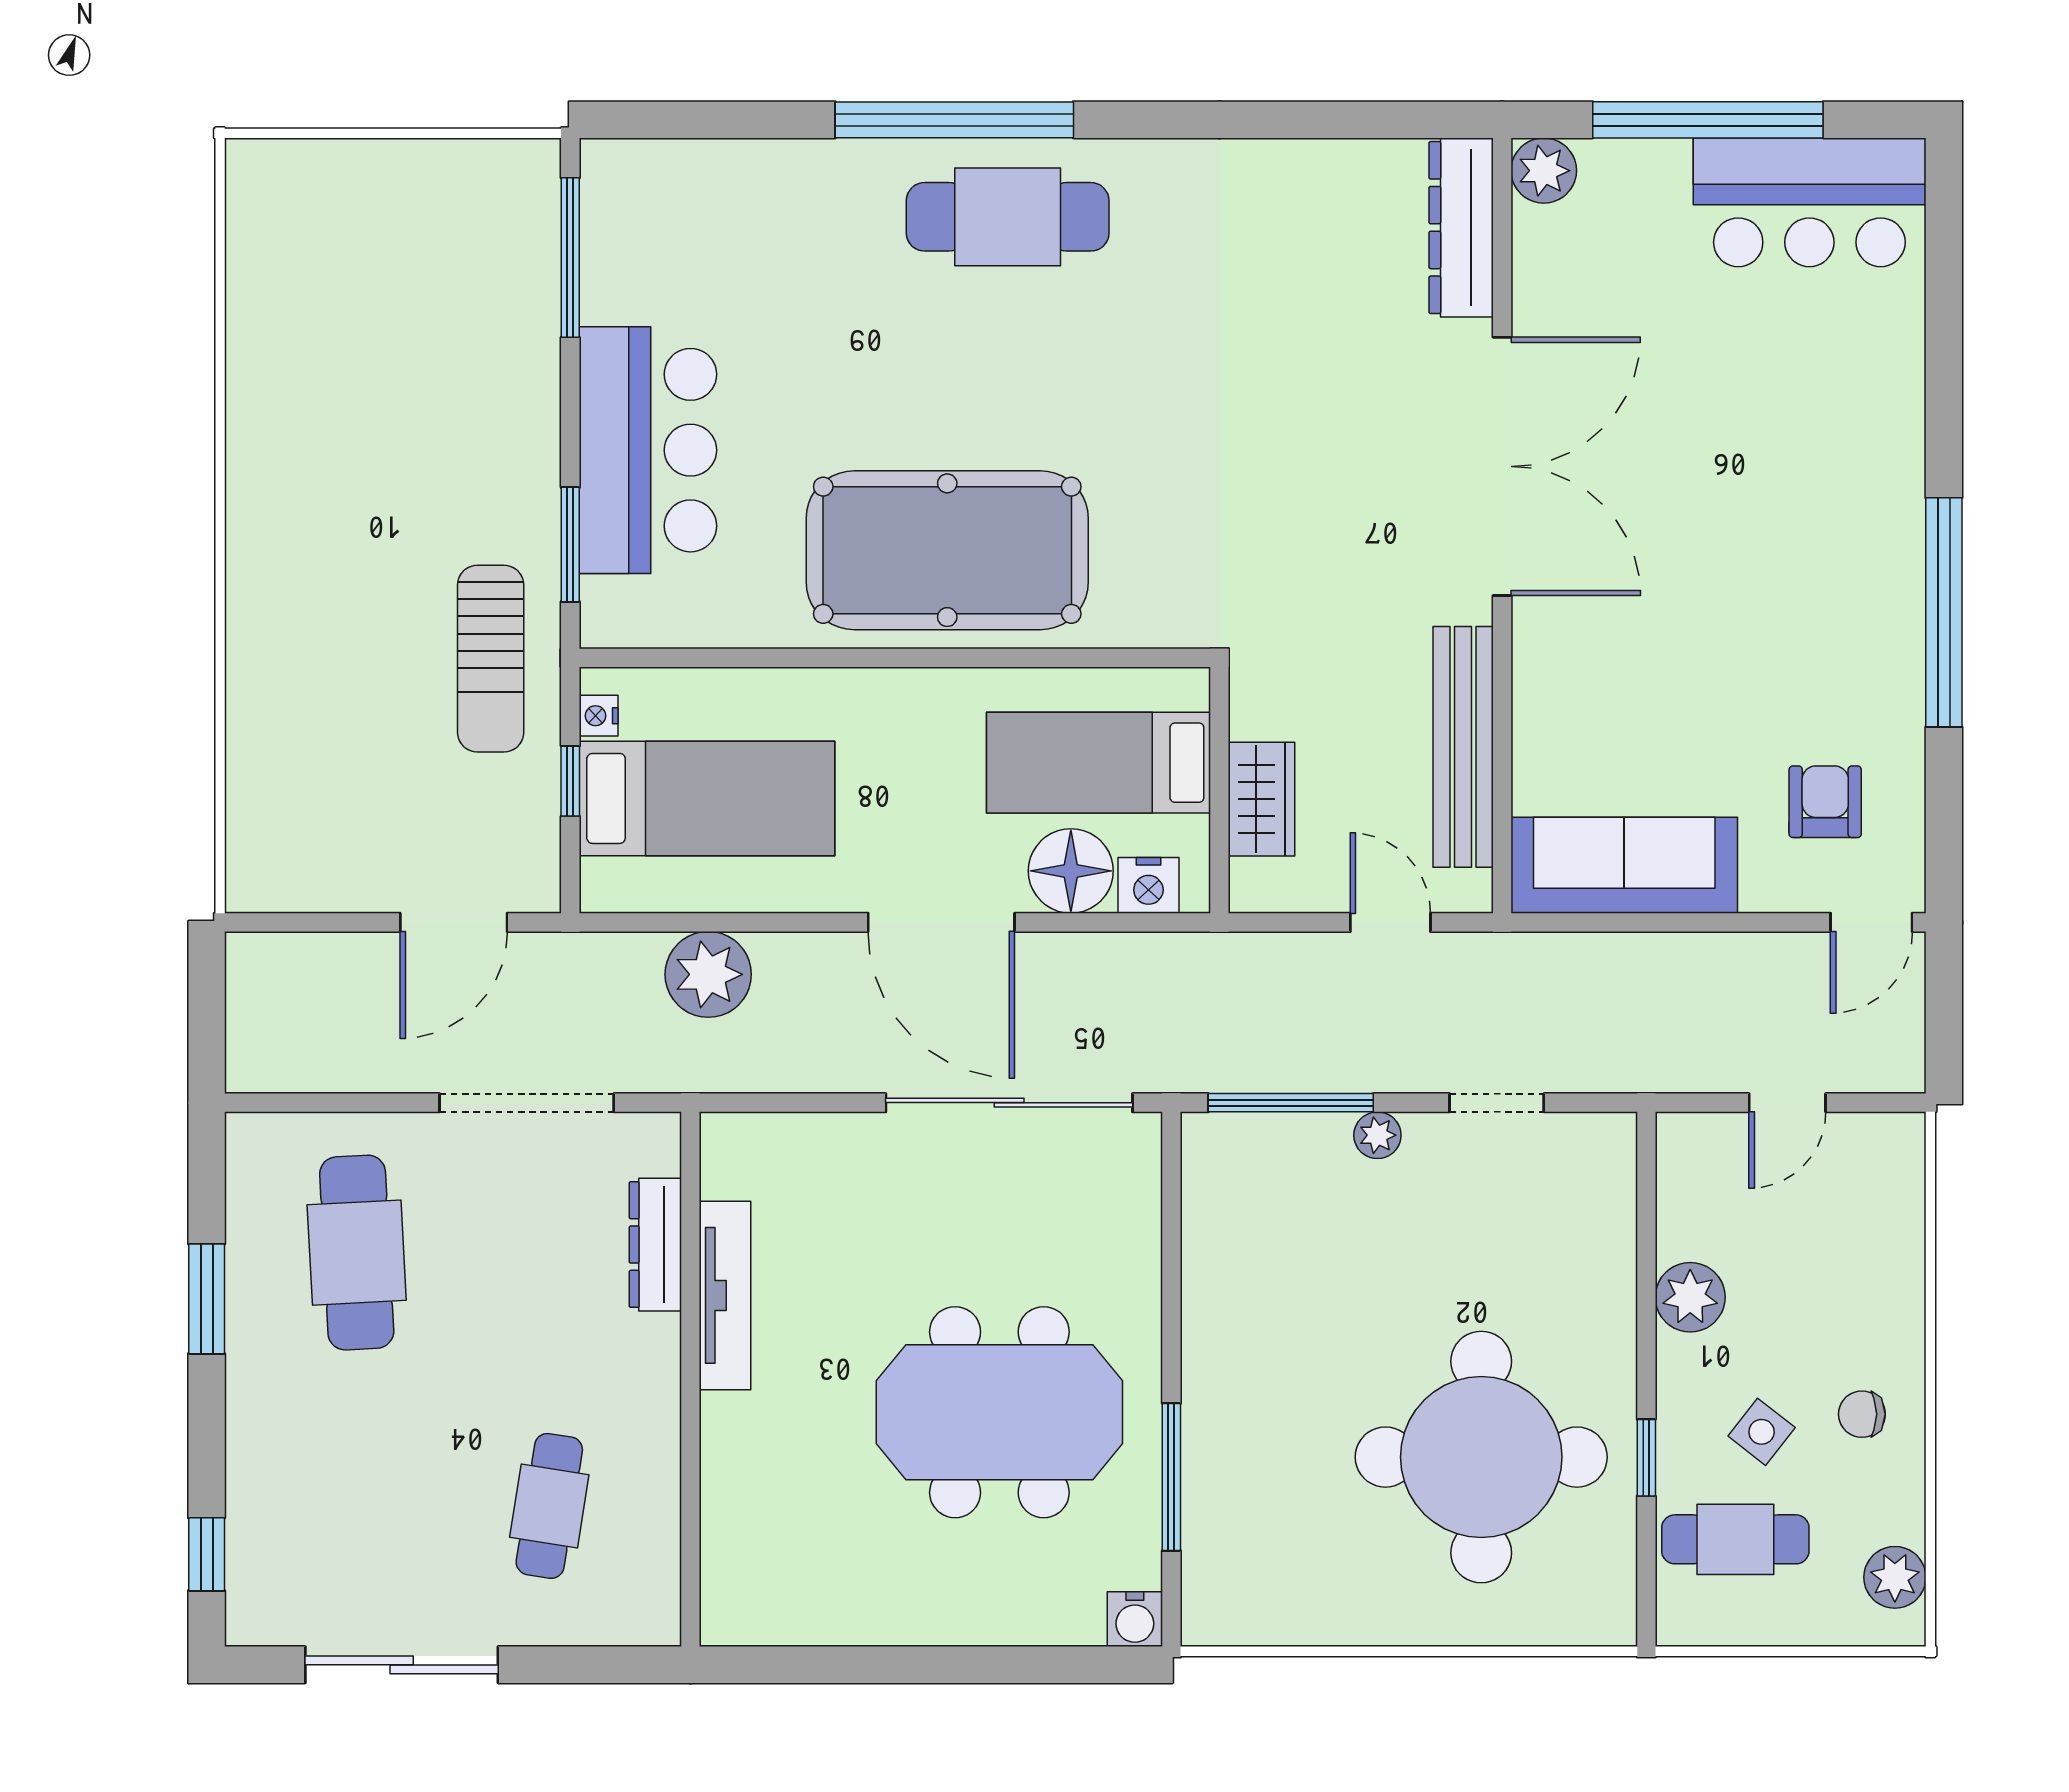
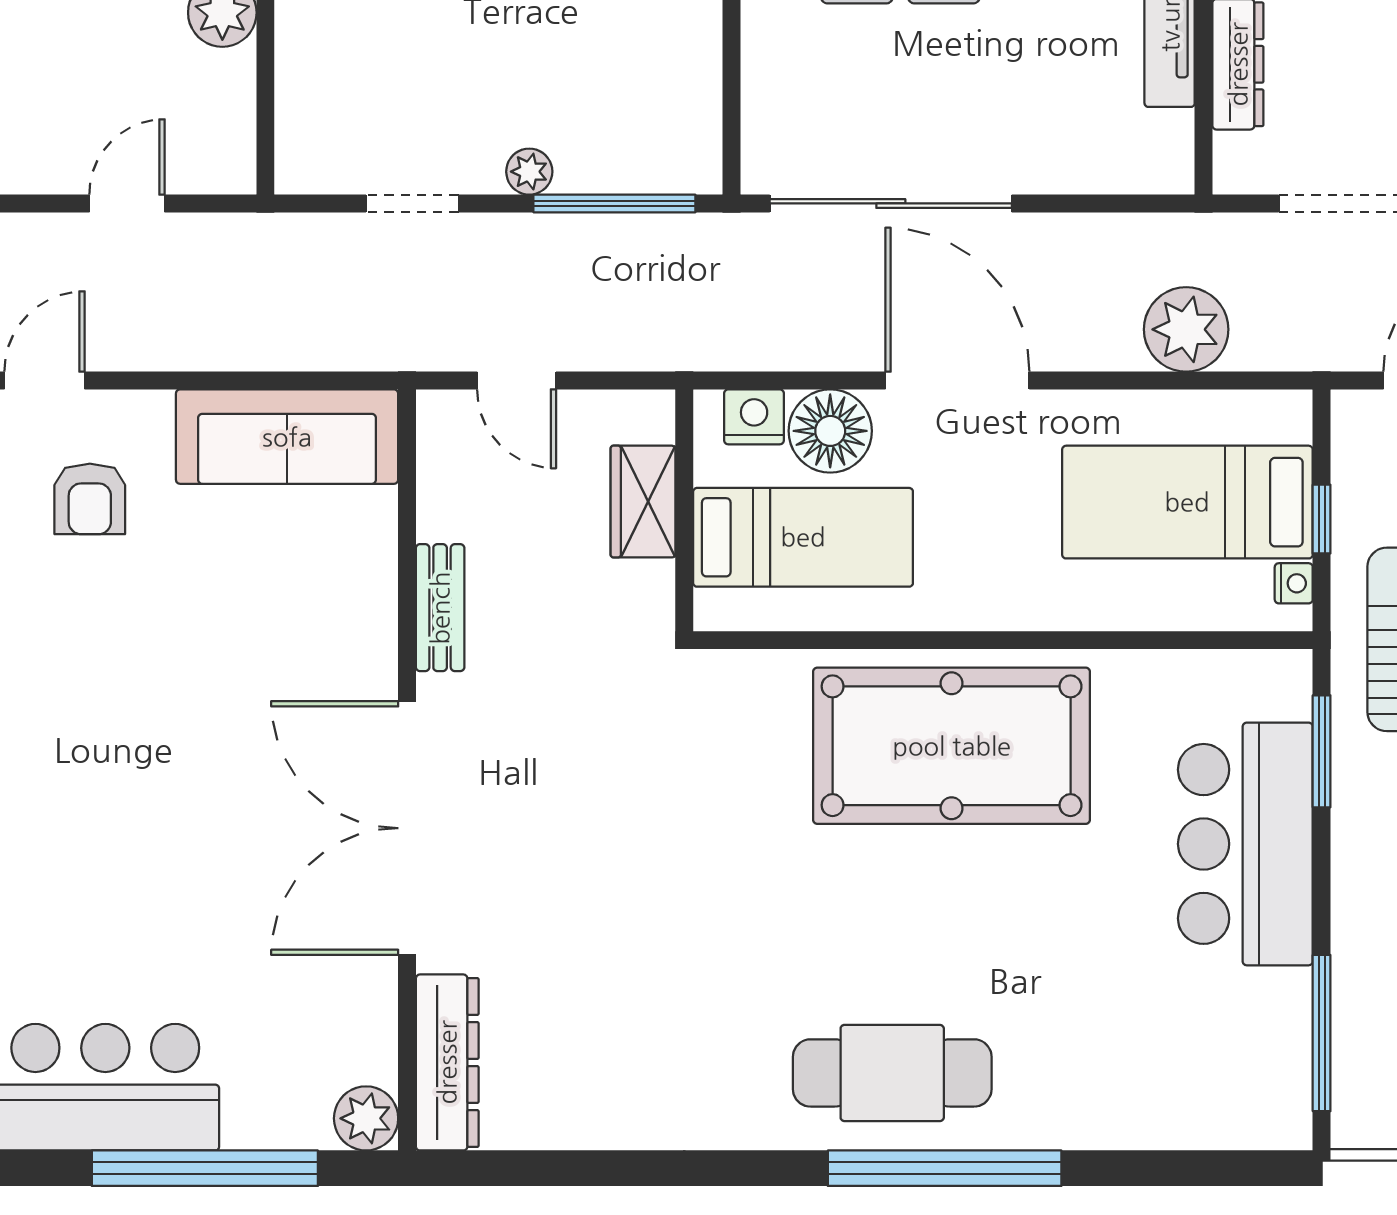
bench: (1463, 747) -> (440, 608), width x0.54, depth x0.82

